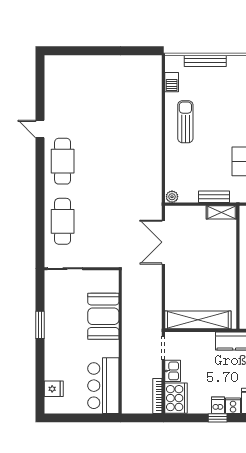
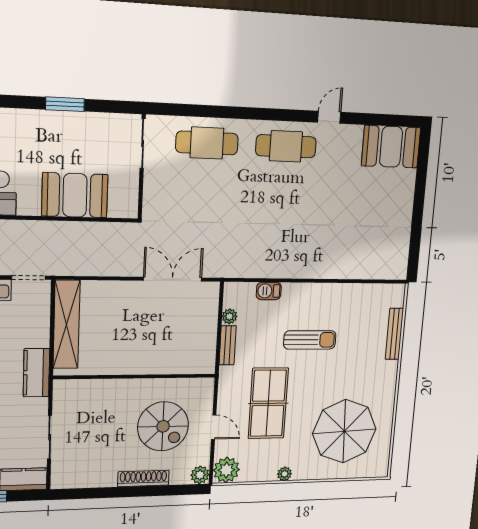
booth: (60, 78) -> (391, 147), added
barbecue: (172, 82) -> (269, 291), moved
sun lounger: (185, 122) -> (310, 340), moved
plant: (172, 197) -> (229, 316), moved
shelving: (221, 212) -> (207, 355), removed

